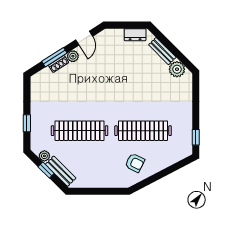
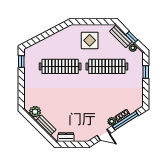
door: (84, 38) -> (104, 135), swing flipped
window: (54, 57) -> (125, 121), width x1.44
armchair: (135, 163) -> (66, 43), removed
display table: (103, 166) -> (90, 40), added

